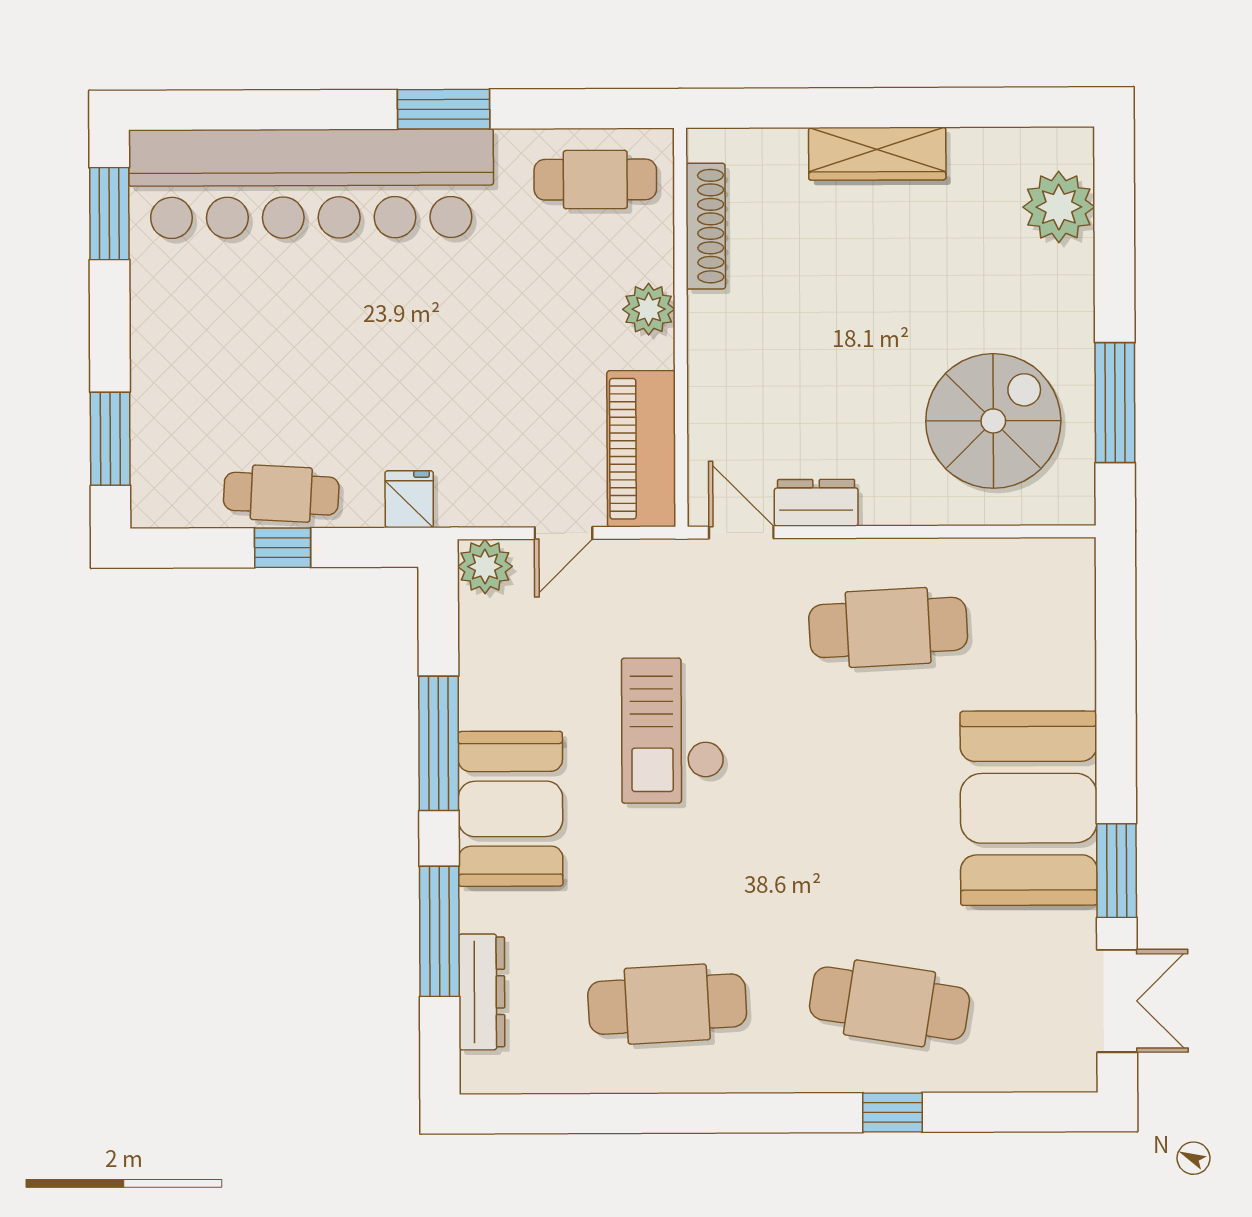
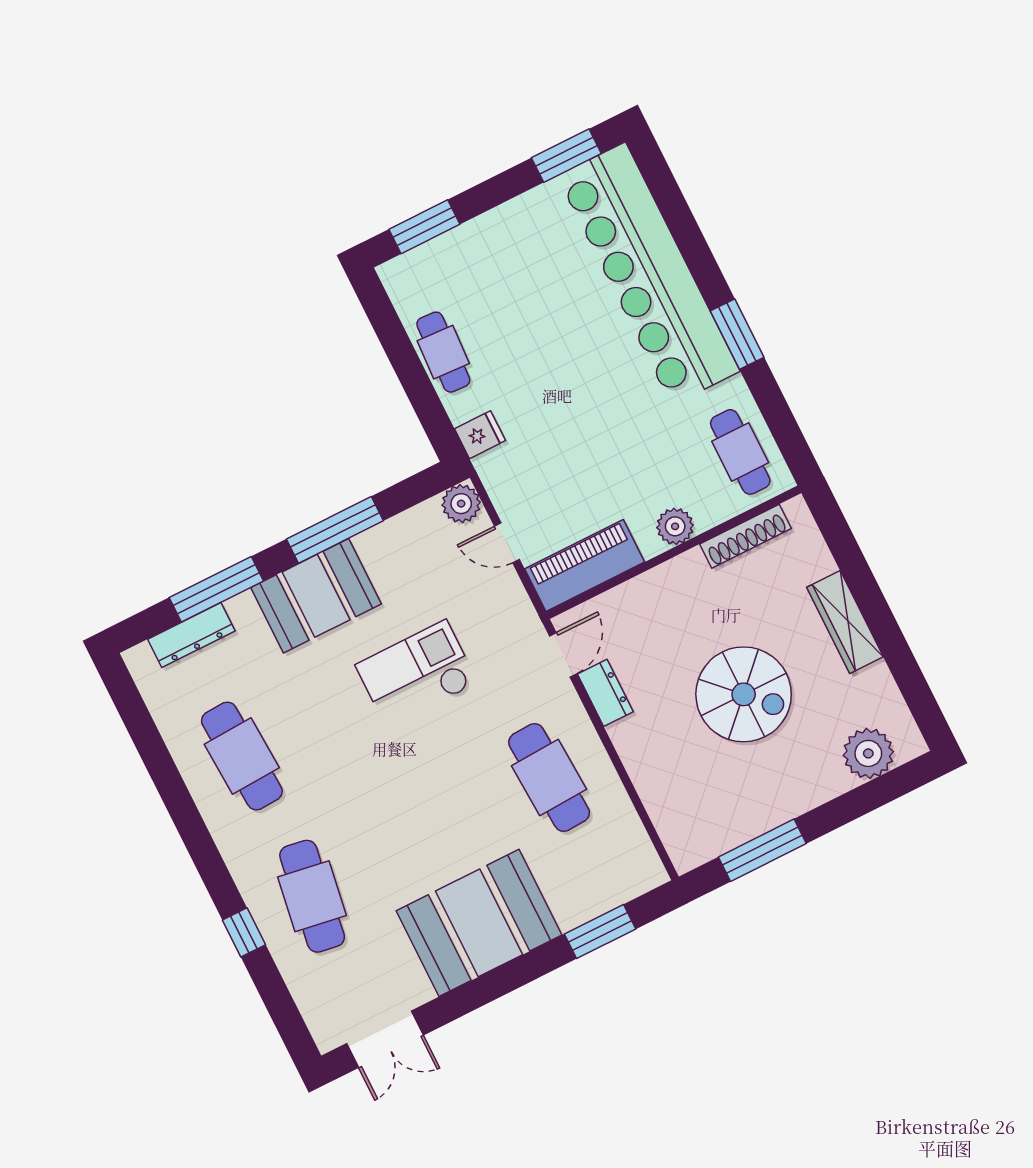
spiral stairs: (993, 421) -> (744, 694), moved
window: (283, 548) -> (410, 370), removed
window: (1117, 871) -> (600, 931), moved

